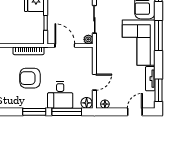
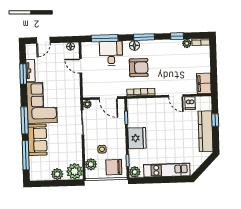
window: (158, 36) -> (25, 120), moved
door: (94, 82) -> (81, 66), hinge flipped
window: (158, 90) -> (23, 74), moved
floor lamp: (87, 103) -> (134, 46), moved
window: (34, 112) -> (144, 37), moved

